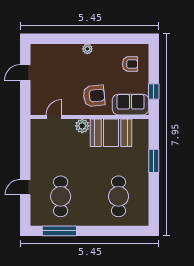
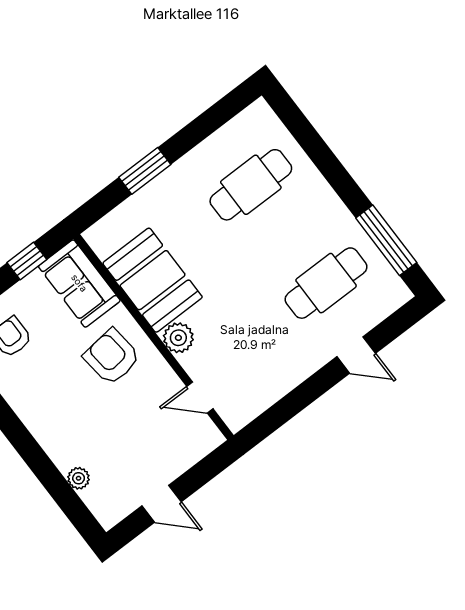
plant: (87, 49) -> (79, 478), moved

